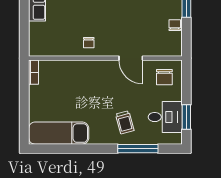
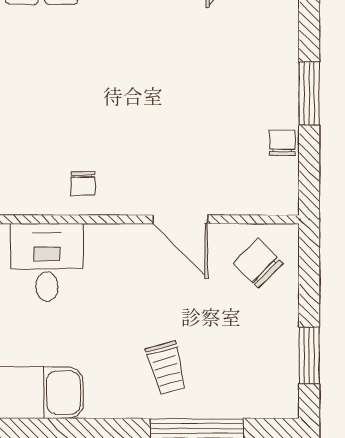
chair: (164, 77) -> (258, 263), turned 135
desk: (165, 117) -> (47, 262), moved, turned -90

